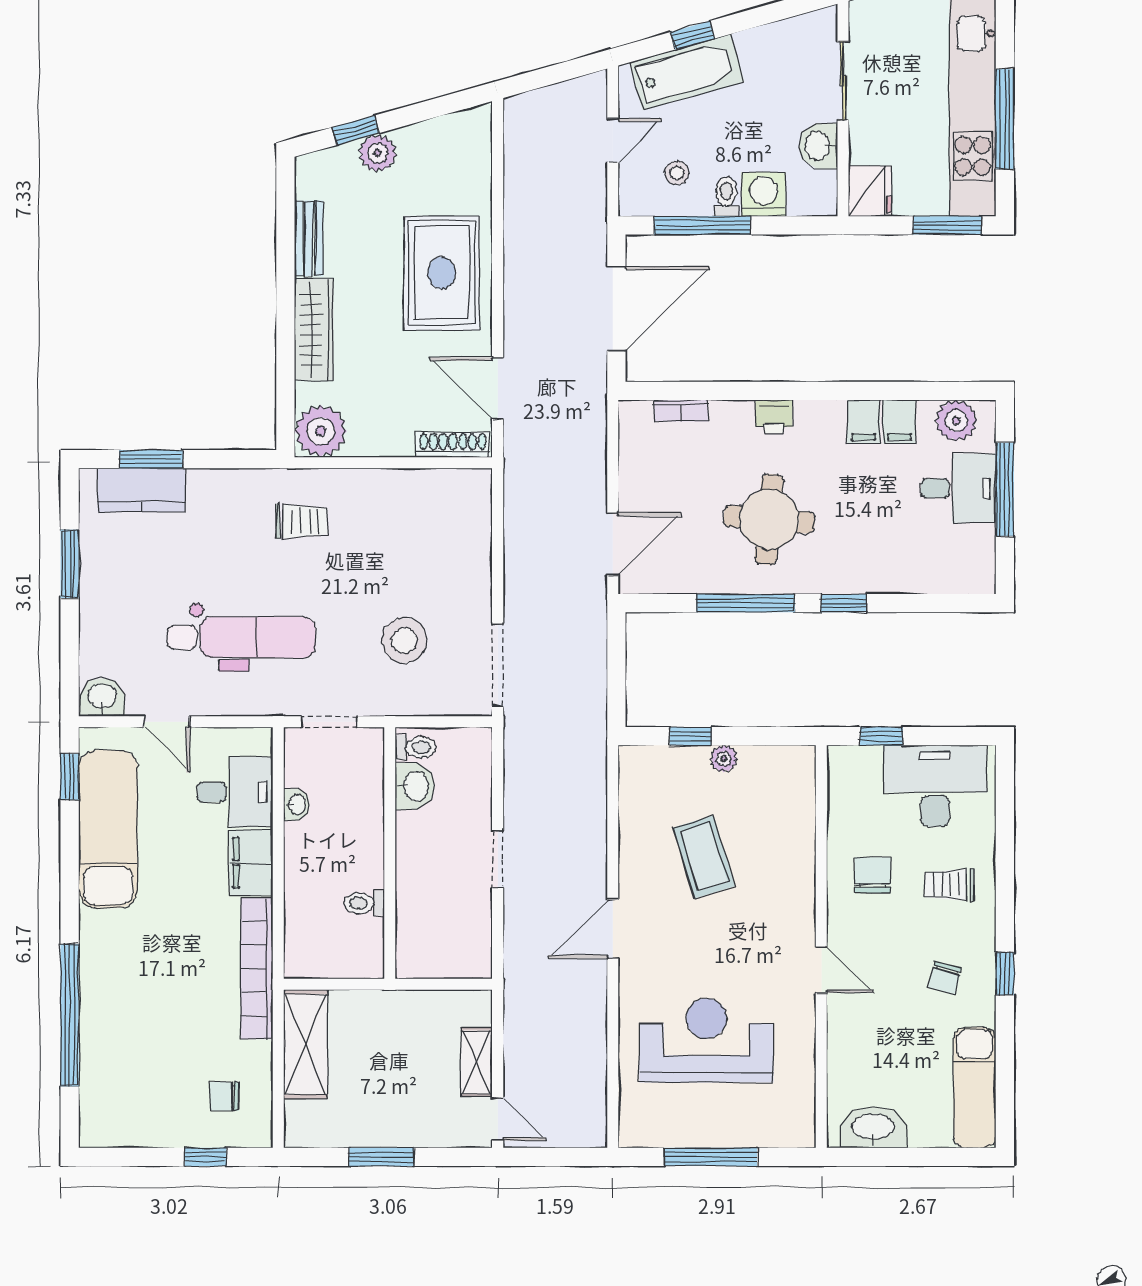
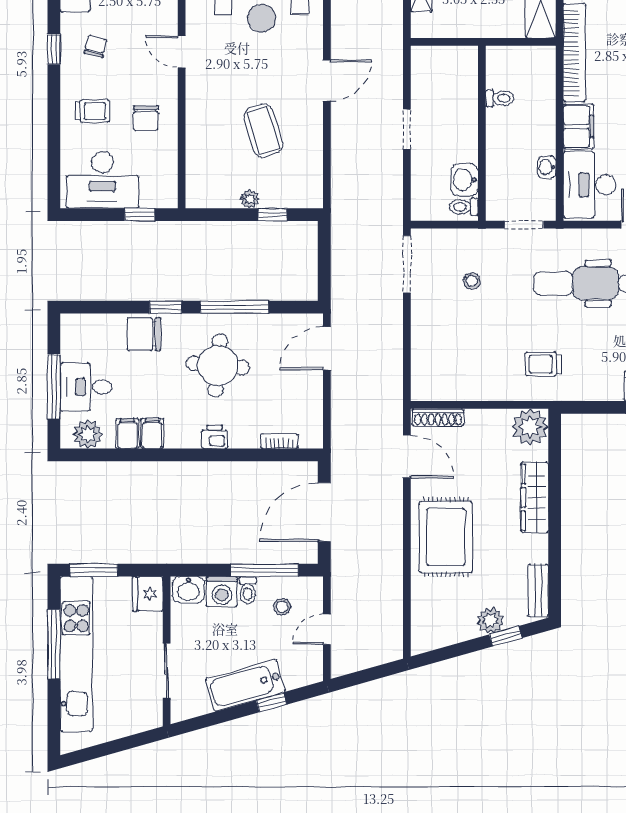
bathtub: (687, 72) -> (245, 685), moved
washbasin: (818, 146) -> (189, 590), moved, turned 90
bench: (309, 238) -> (538, 591), moved
chair: (875, 564) -> (144, 334), added
stool: (404, 641) -> (472, 281), width x0.53, depth x0.53
desk: (235, 792) -> (590, 185), width x1.37

